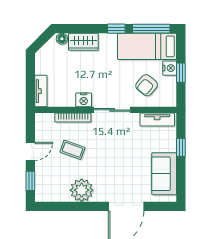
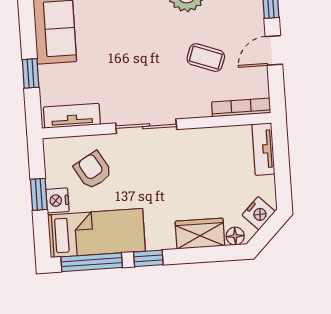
armchair: (147, 85) -> (93, 170), turned -70
nightstand: (84, 100) -> (259, 213), moved, turned 135
bookcase: (73, 118) -> (241, 107), moved

